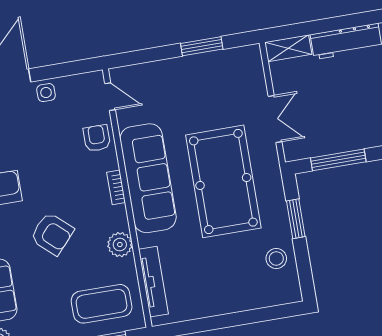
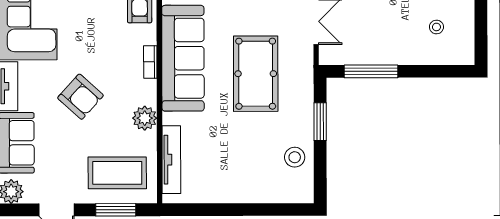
pool table: (223, 181) -> (256, 74), width x0.73, depth x0.76

